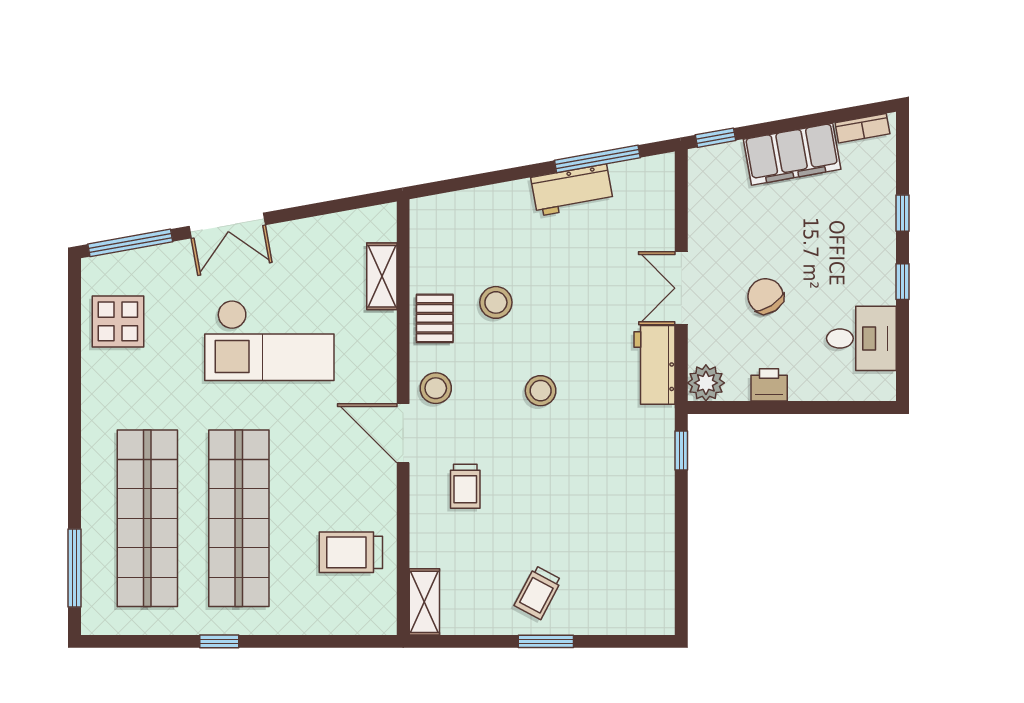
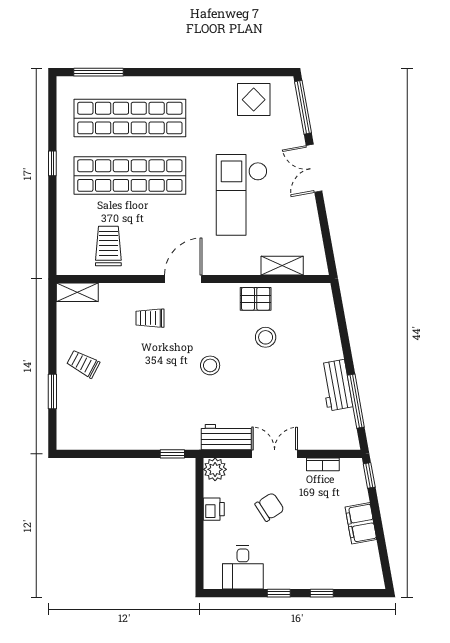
bookcase: (862, 128) -> (323, 464), moved, turned -80
filing cabinet: (792, 154) -> (361, 523), width x0.67, depth x0.86
stool: (436, 388) -> (212, 299), removed
window: (546, 641) -> (52, 391), moved

